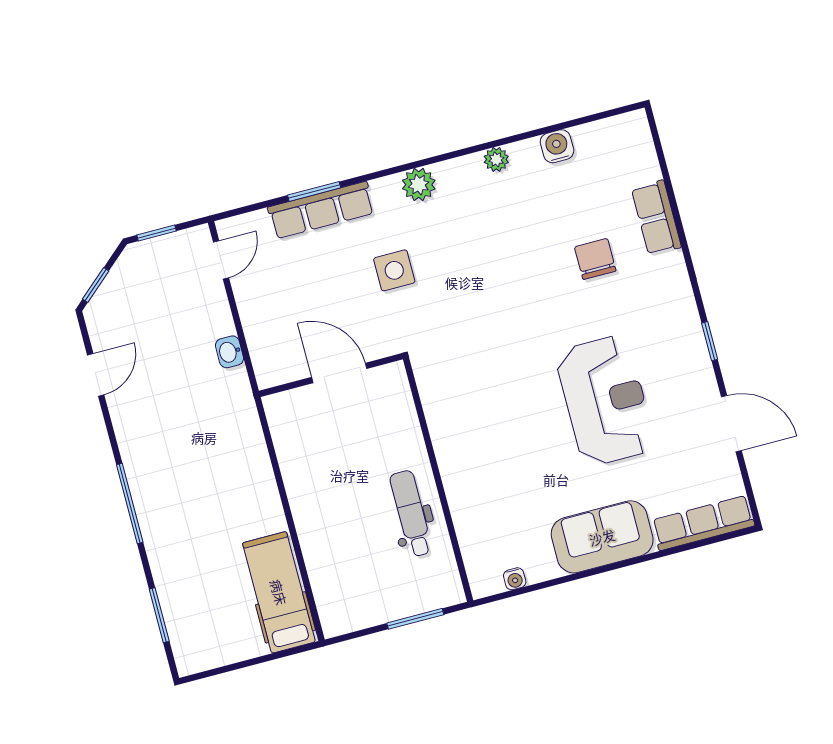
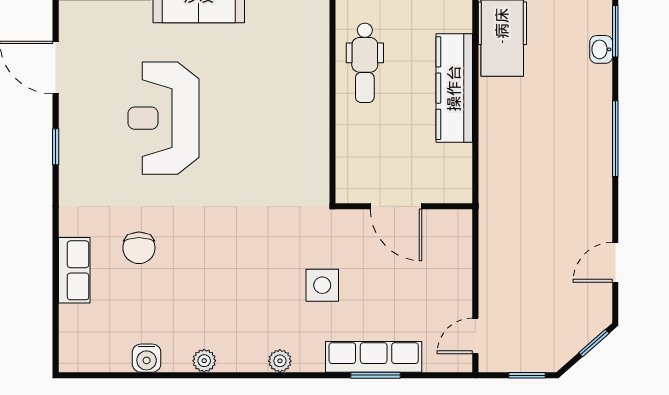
plant: (419, 185) -> (280, 361), width x0.73, depth x0.73
washbasin: (230, 352) -> (601, 49), moved, turned 180
kitchen counter: (311, 512) -> (454, 88), added

